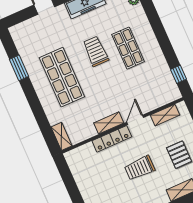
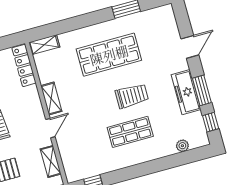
door: (135, 120) -> (50, 128), hinge flipped
locker: (112, 139) -> (24, 65), moved

